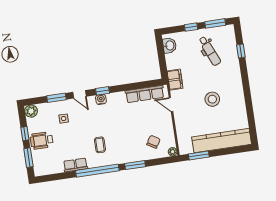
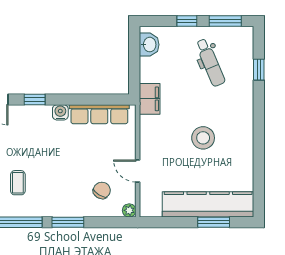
water cooler: (101, 99) -> (60, 112), moved
door: (171, 105) -> (138, 171), moved
window: (199, 155) -> (214, 222), moved

